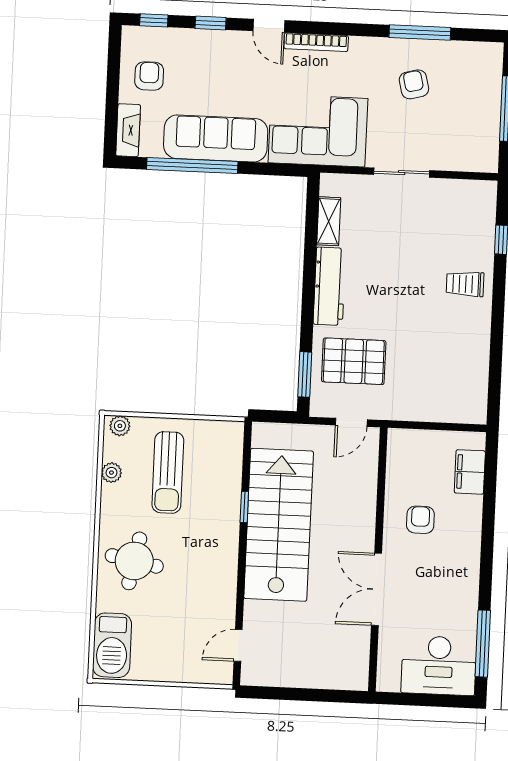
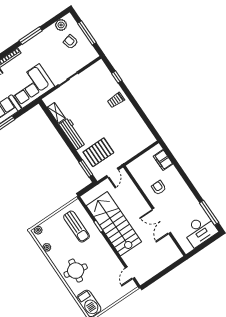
window: (420, 33) -> (31, 36), moved
plant: (468, 55) -> (61, 25), added
armchair: (414, 84) -> (71, 42), moved
sun lounger: (168, 472) -> (77, 227), moved

